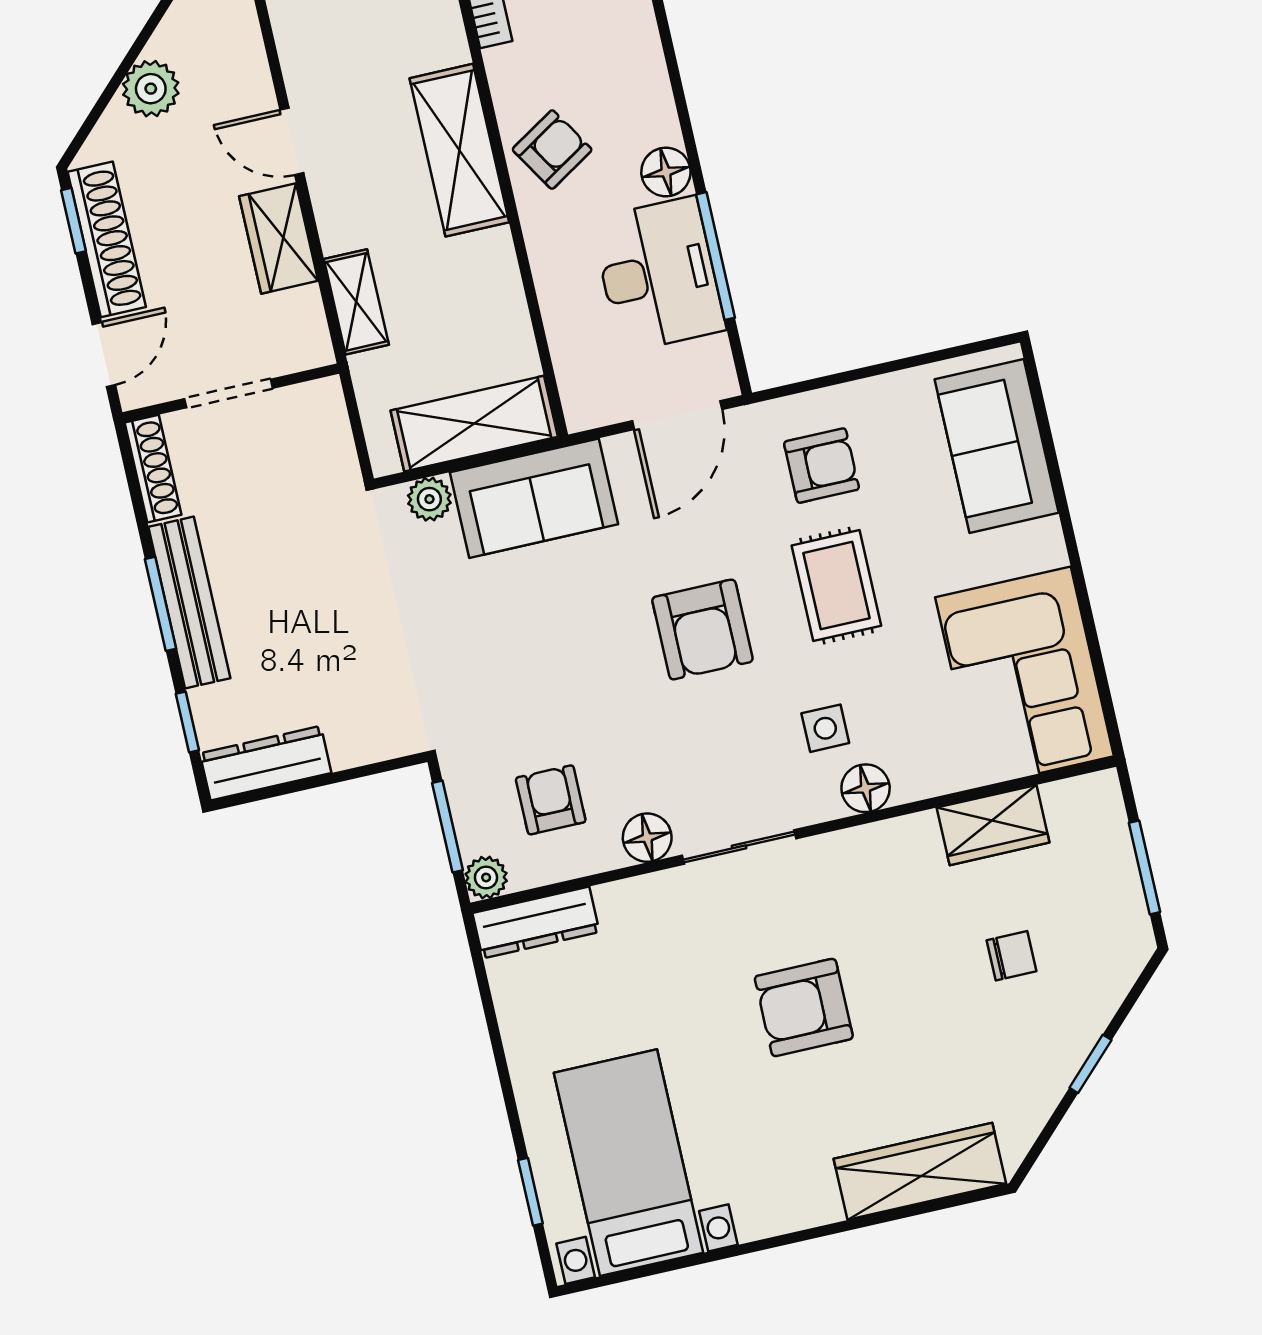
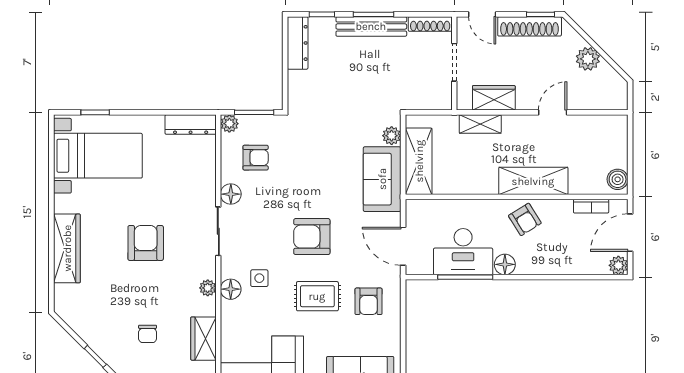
wardrobe: (279, 238) -> (494, 98), moved
plant: (875, 842) -> (208, 288), added
dresser: (536, 923) -> (191, 125), moved, turned -90
wardrobe: (920, 1171) -> (67, 248), moved

